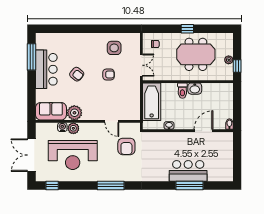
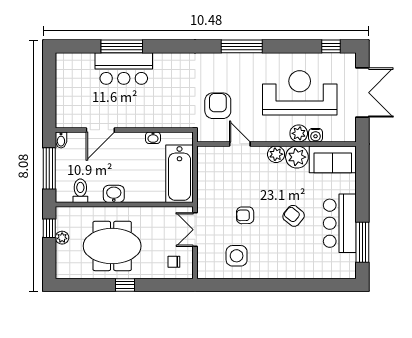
toilet: (182, 91) -> (80, 191), moved
window: (237, 105) -> (49, 168), added
plant: (88, 115) -> (276, 154), added

